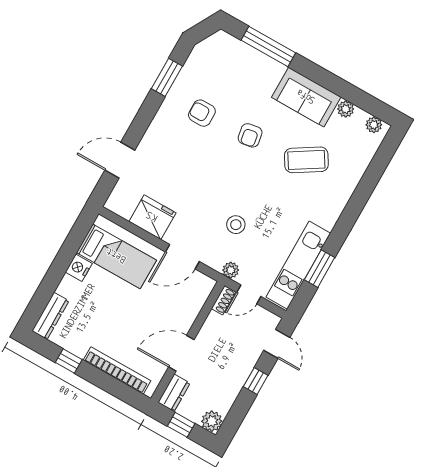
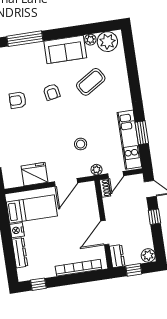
plant: (374, 125) -> (107, 42), width x1.87, depth x1.87
dresser: (51, 316) -> (20, 253), moved
window: (69, 361) -> (38, 284), moved

